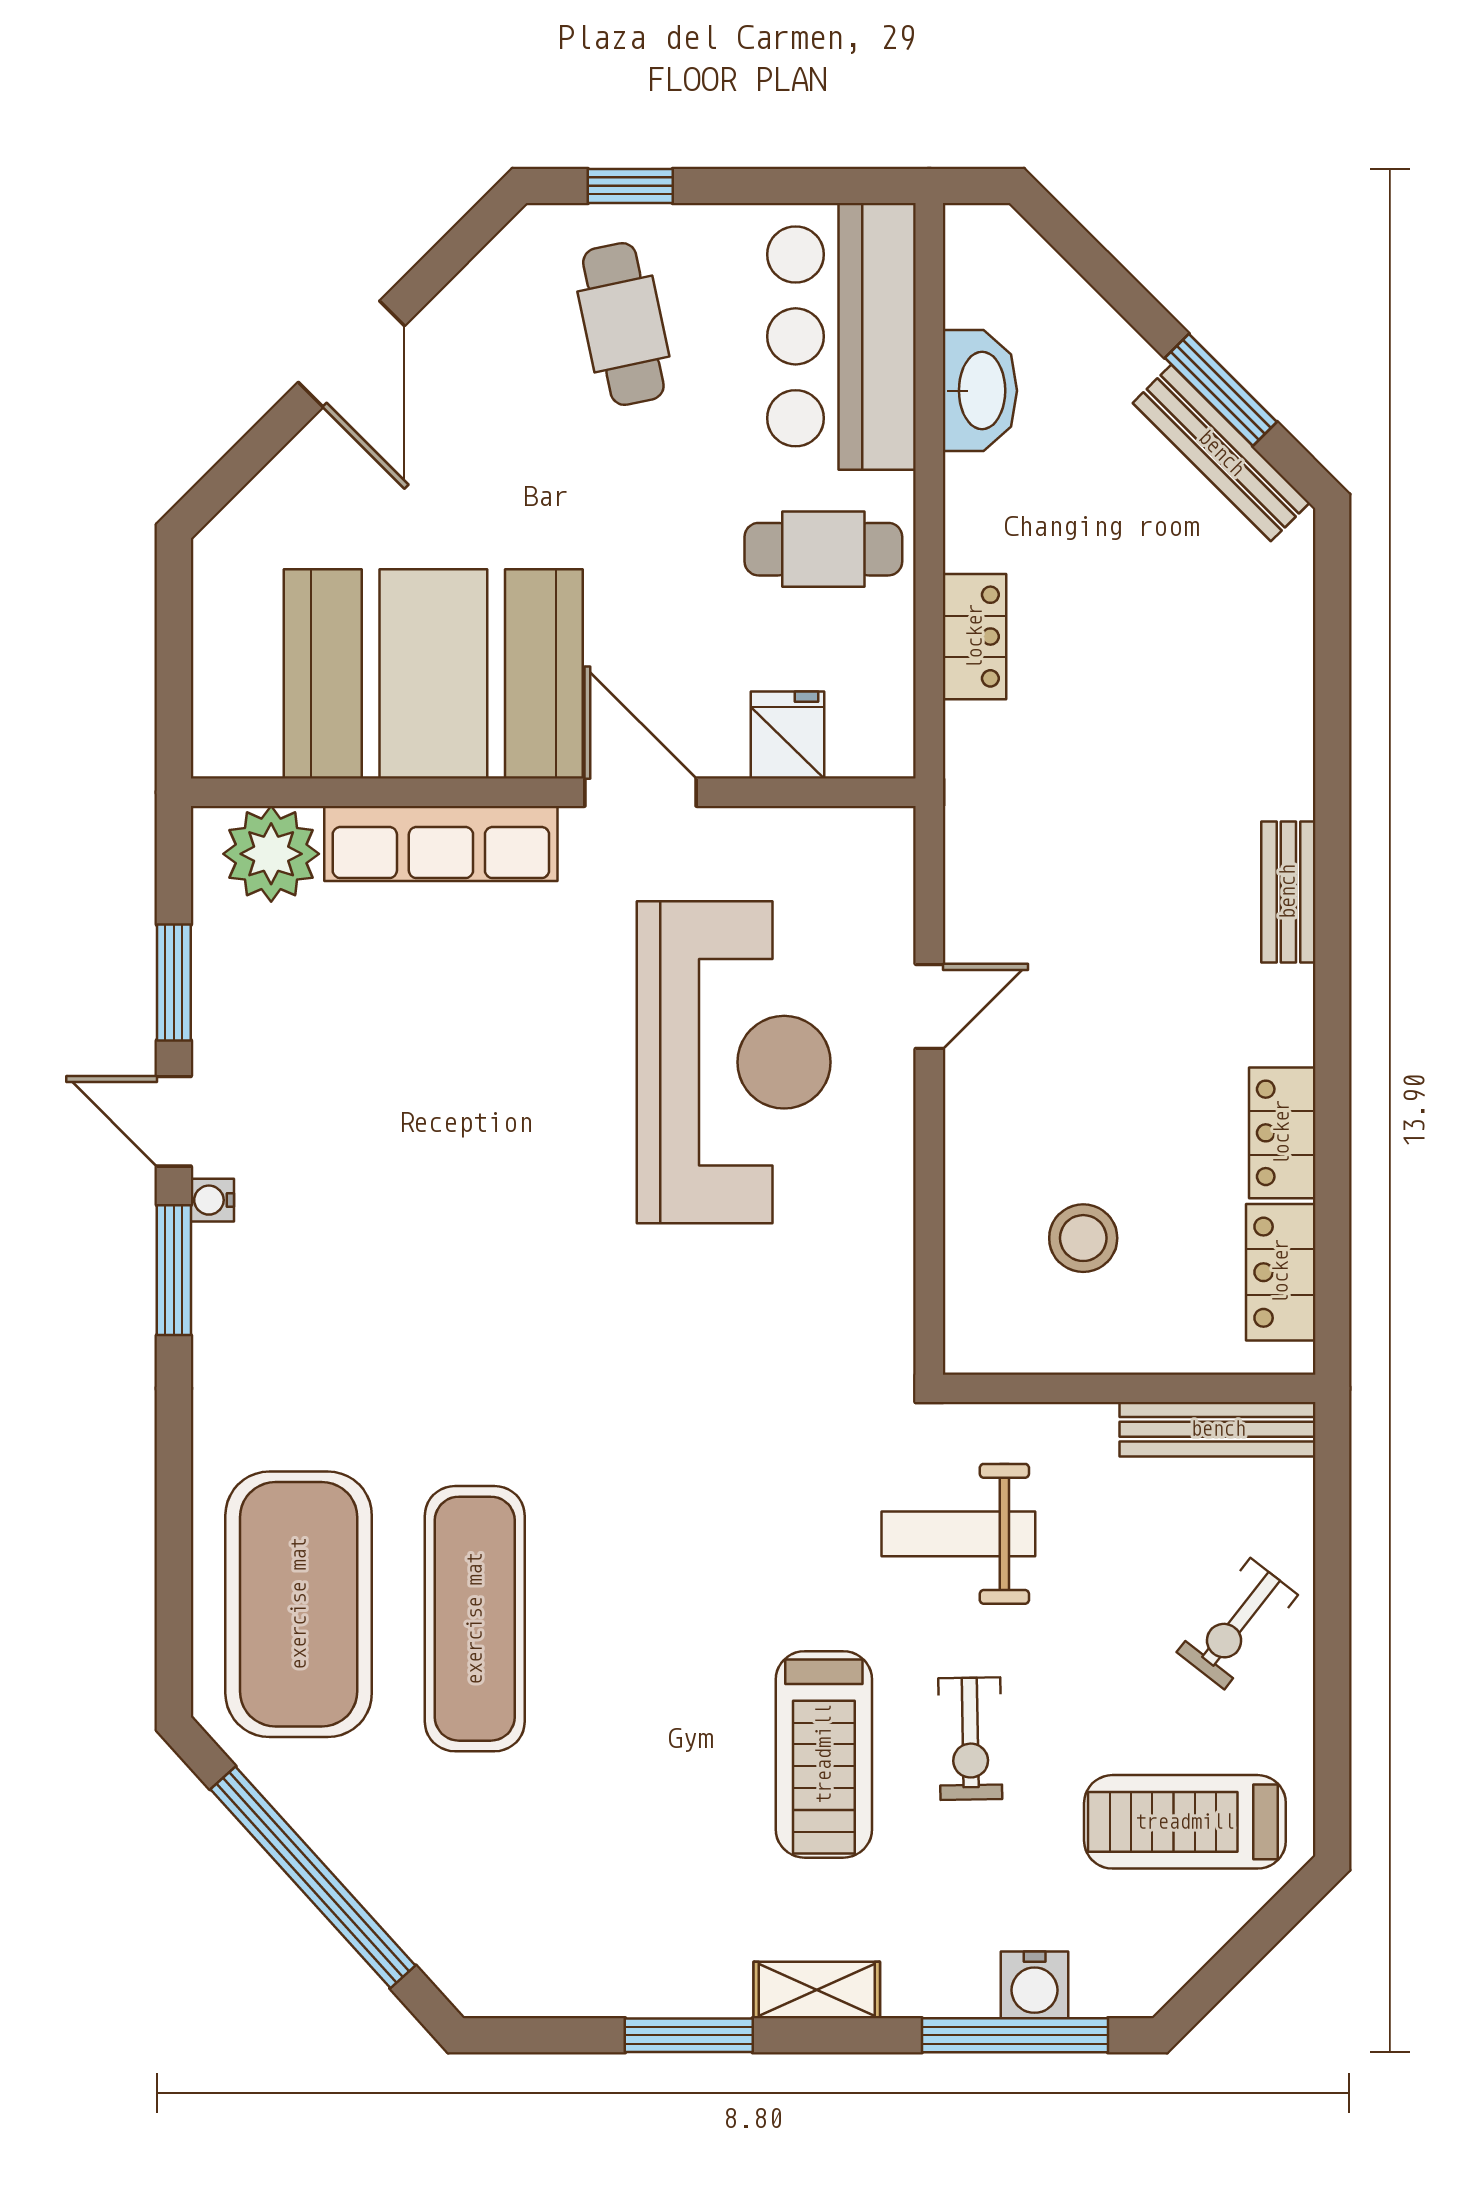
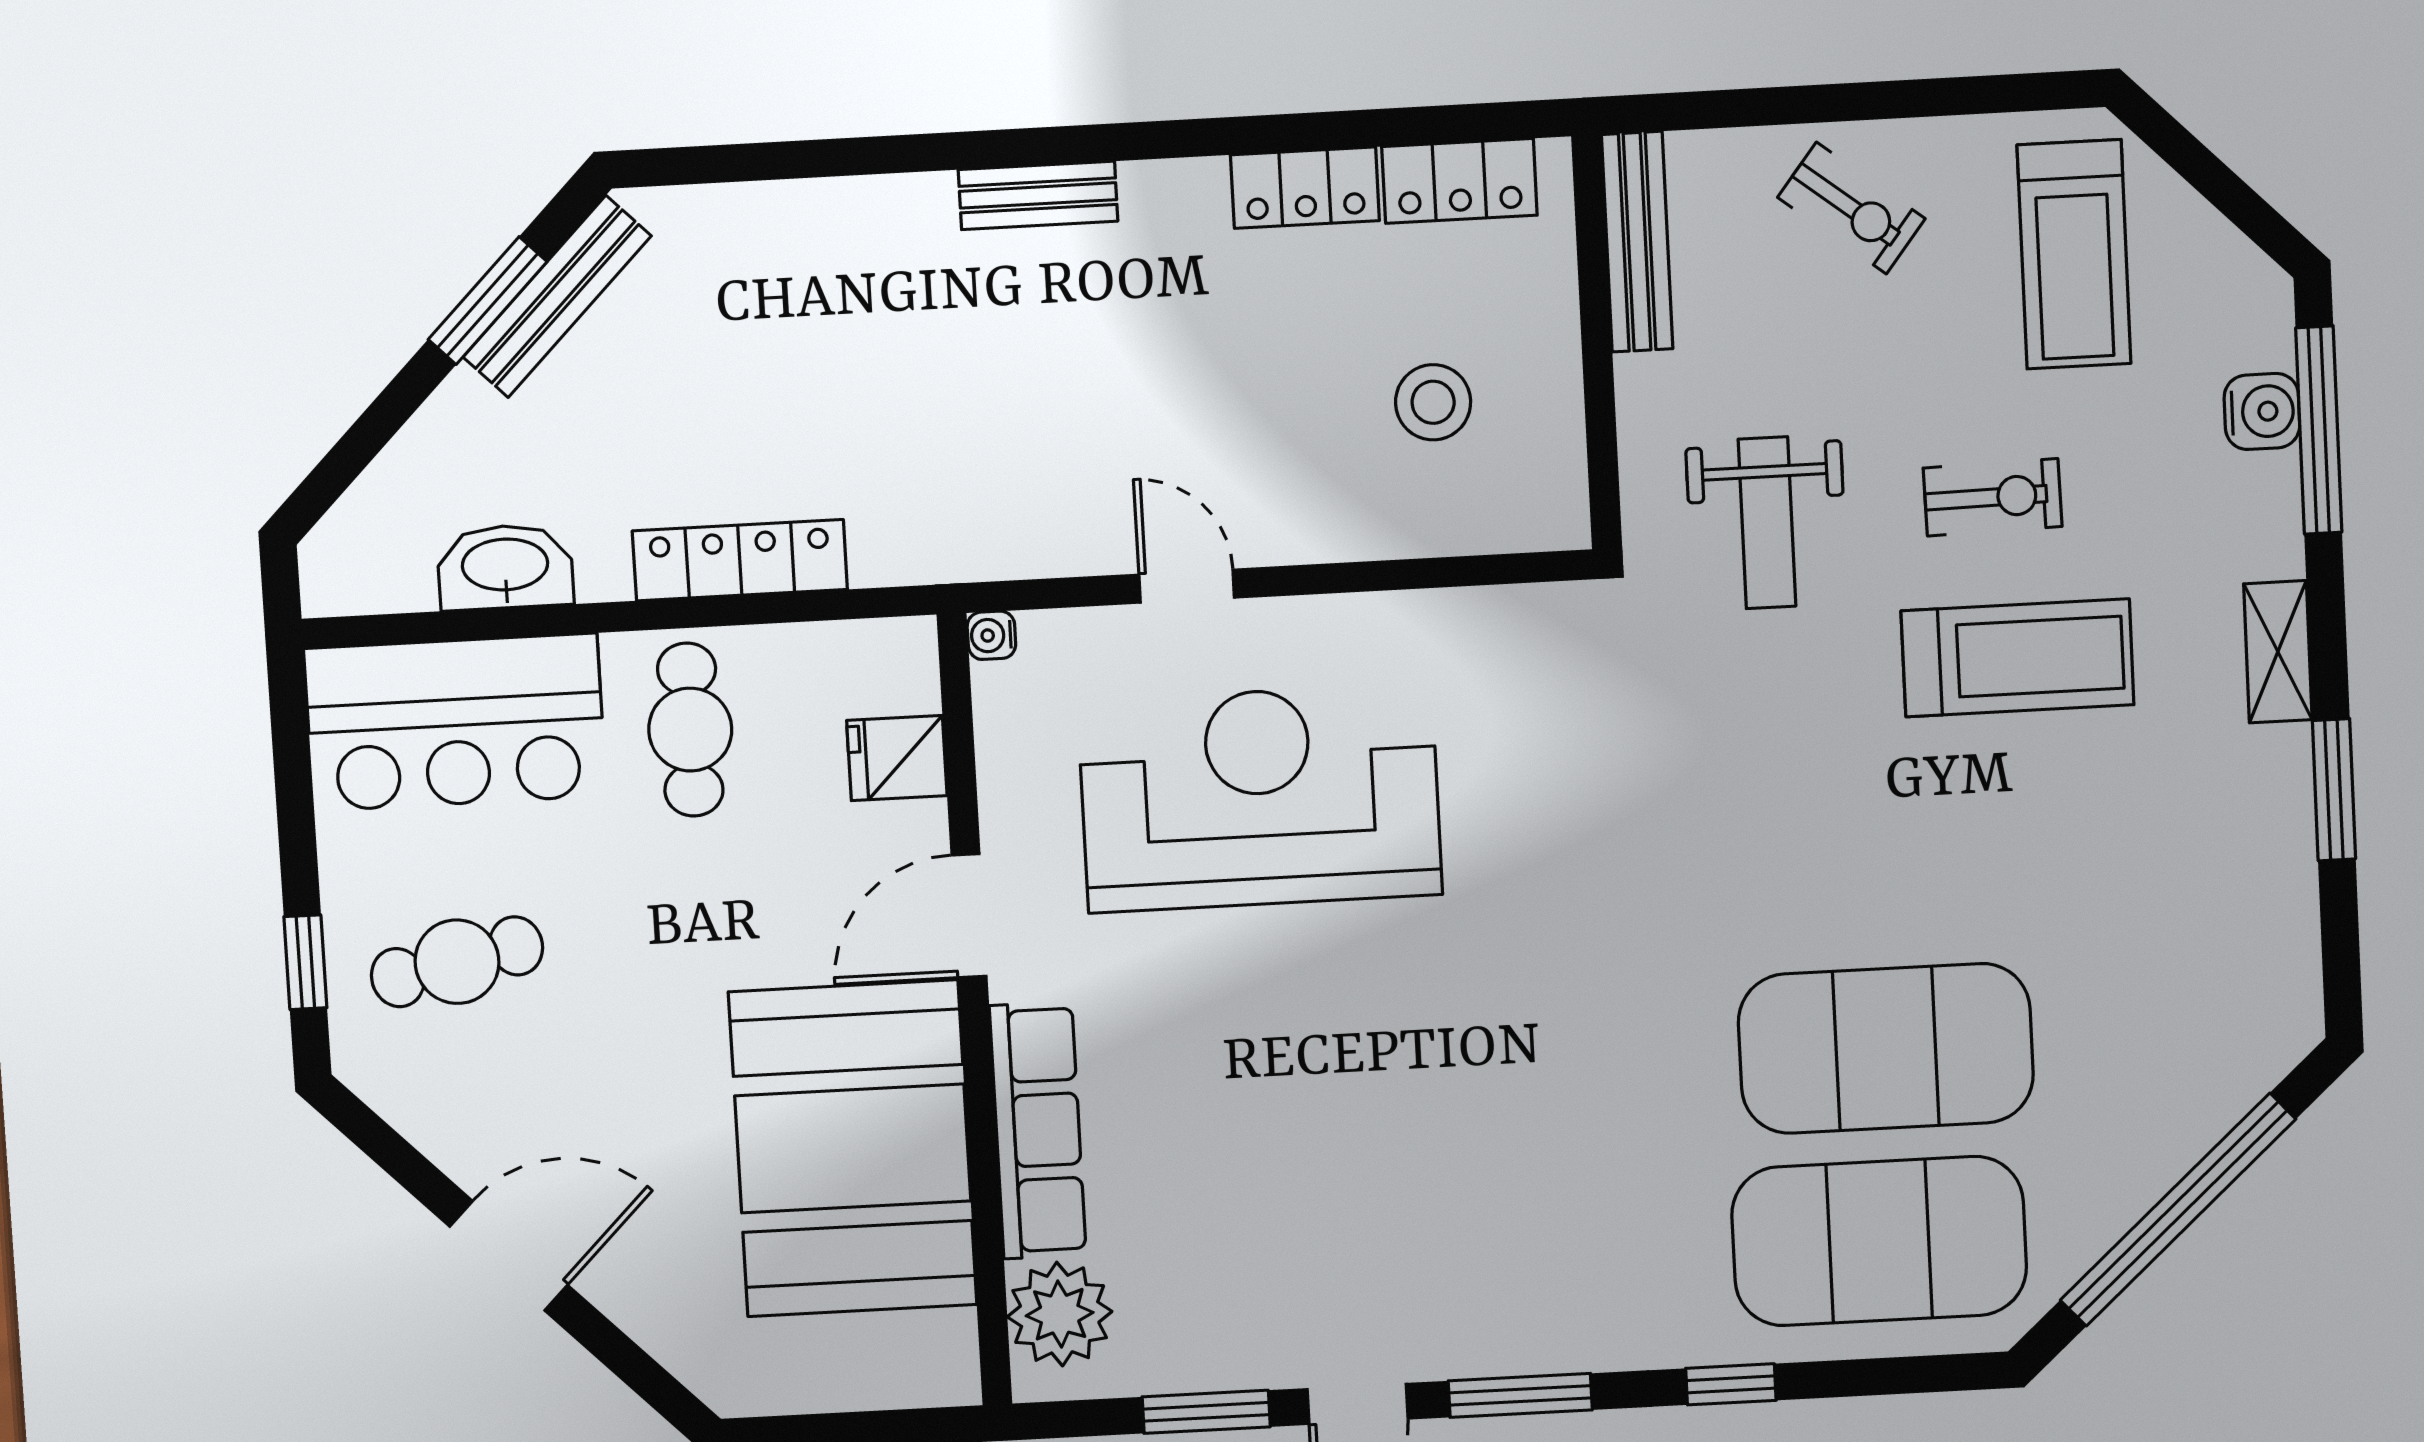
locker: (975, 637) -> (740, 560), width x1.53
water cooler: (212, 1200) -> (991, 635), moved, turned 90
window: (174, 1463) -> (1731, 1384), added
exercise mat: (475, 1619) -> (1886, 1048), width x1.47

